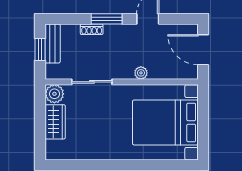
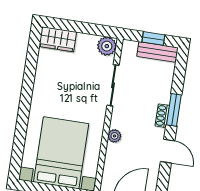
shoe rack: (92, 29) -> (162, 116), moved
wardrobe: (55, 122) -> (58, 39), moved

